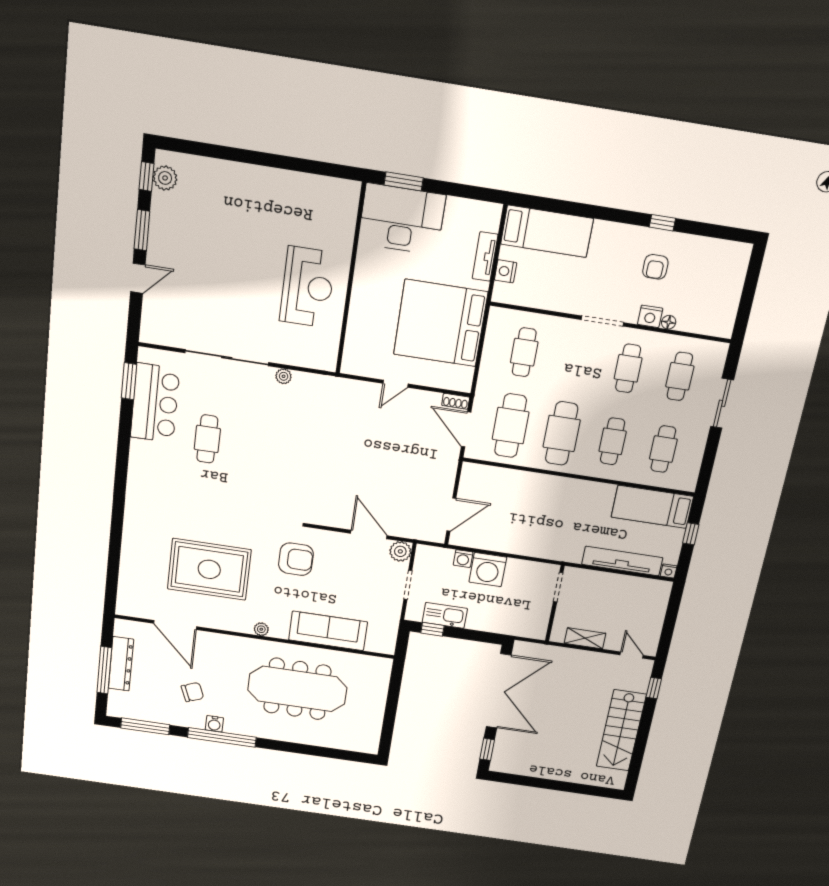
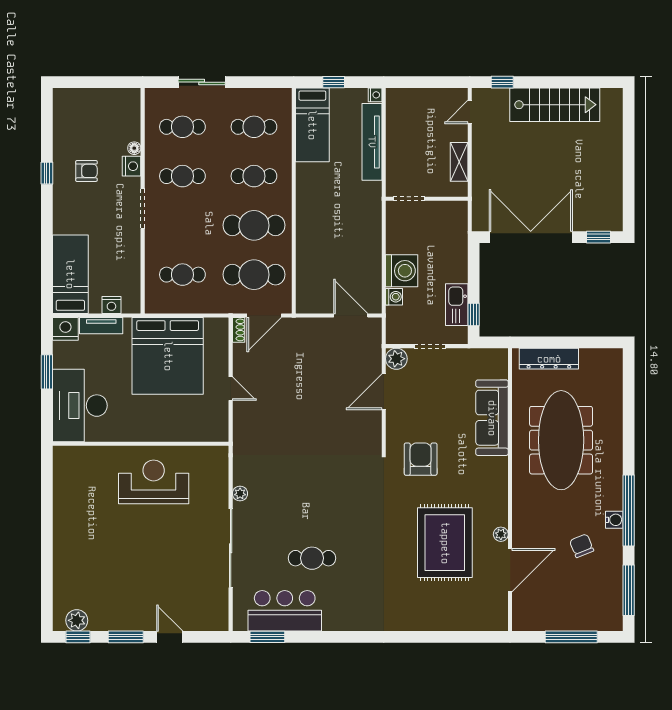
window: (404, 181) -> (47, 372), moved
nightstand: (488, 216) -> (65, 329), added
plant: (261, 629) -> (501, 534), moved
dresser: (121, 664) -> (549, 359), moved, turned 180

